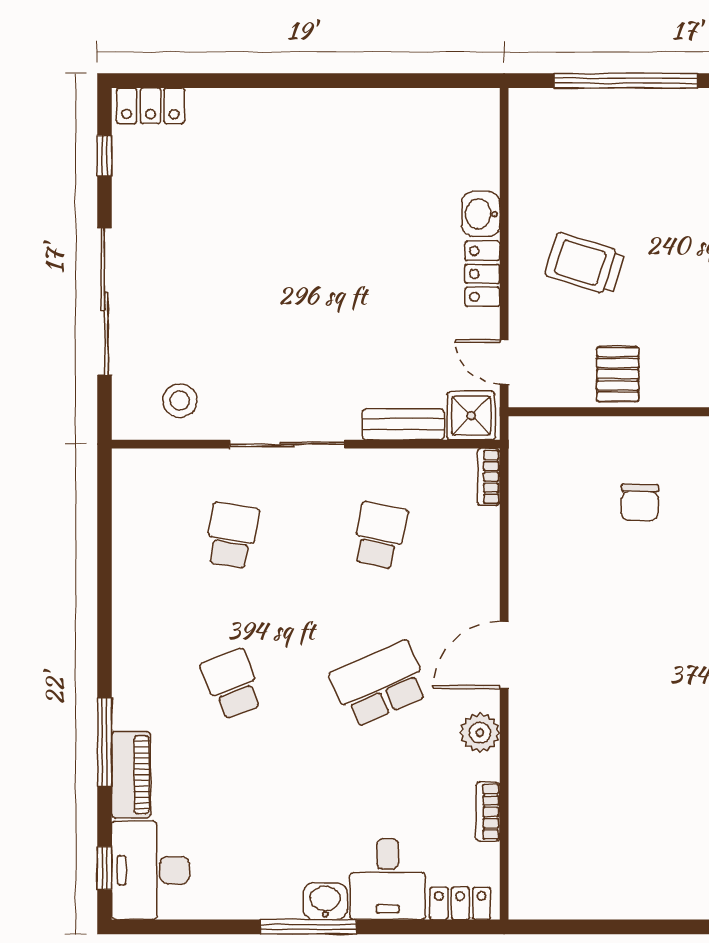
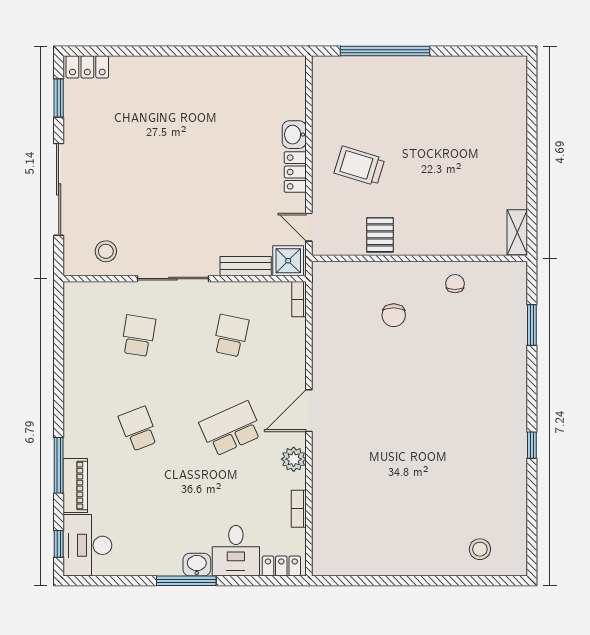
window: (104, 156) -> (59, 98), width x1.50

